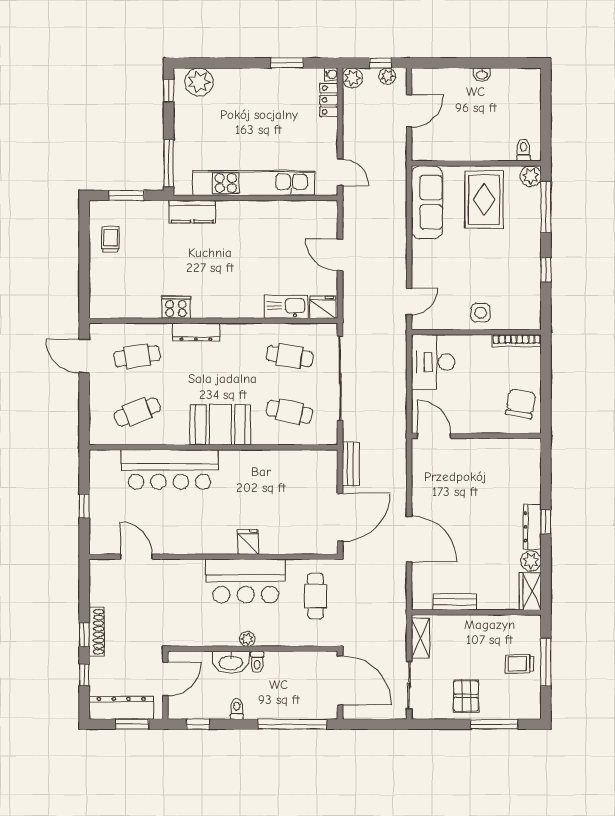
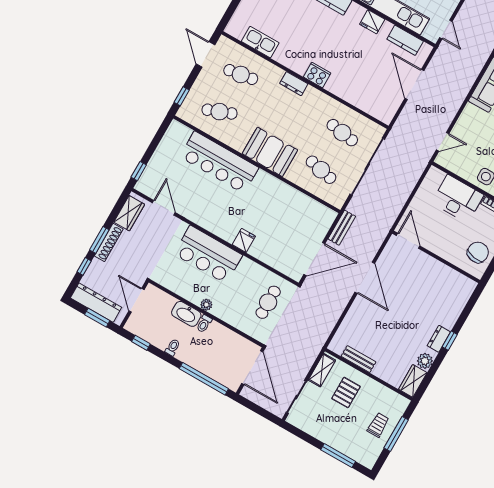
kitchen counter: (301, 211) -> (405, 40), added
door: (340, 255) -> (414, 85), width x1.36
cooker: (176, 307) -> (317, 75), moved
kitchen sink: (286, 307) -> (260, 42), moved
fridge: (323, 307) -> (372, 22), moved, turned 180
dresser: (196, 332) -> (294, 84), width x0.70
desk: (433, 362) -> (458, 199), moved, turned 90
window: (84, 419) -> (182, 96), added
window: (84, 506) -> (139, 171), moved
dresser: (532, 527) -> (439, 339), width x0.70
door: (409, 539) -> (365, 278), moved
bar counter: (246, 581) -> (208, 255), moved
wardrobe: (101, 585) -> (129, 213), added
window: (84, 635) -> (99, 240), width x1.50
trolley: (520, 664) -> (378, 425), turned 90
door: (165, 679) -> (137, 300), swing flipped
pallet: (466, 696) -> (346, 392), moved

